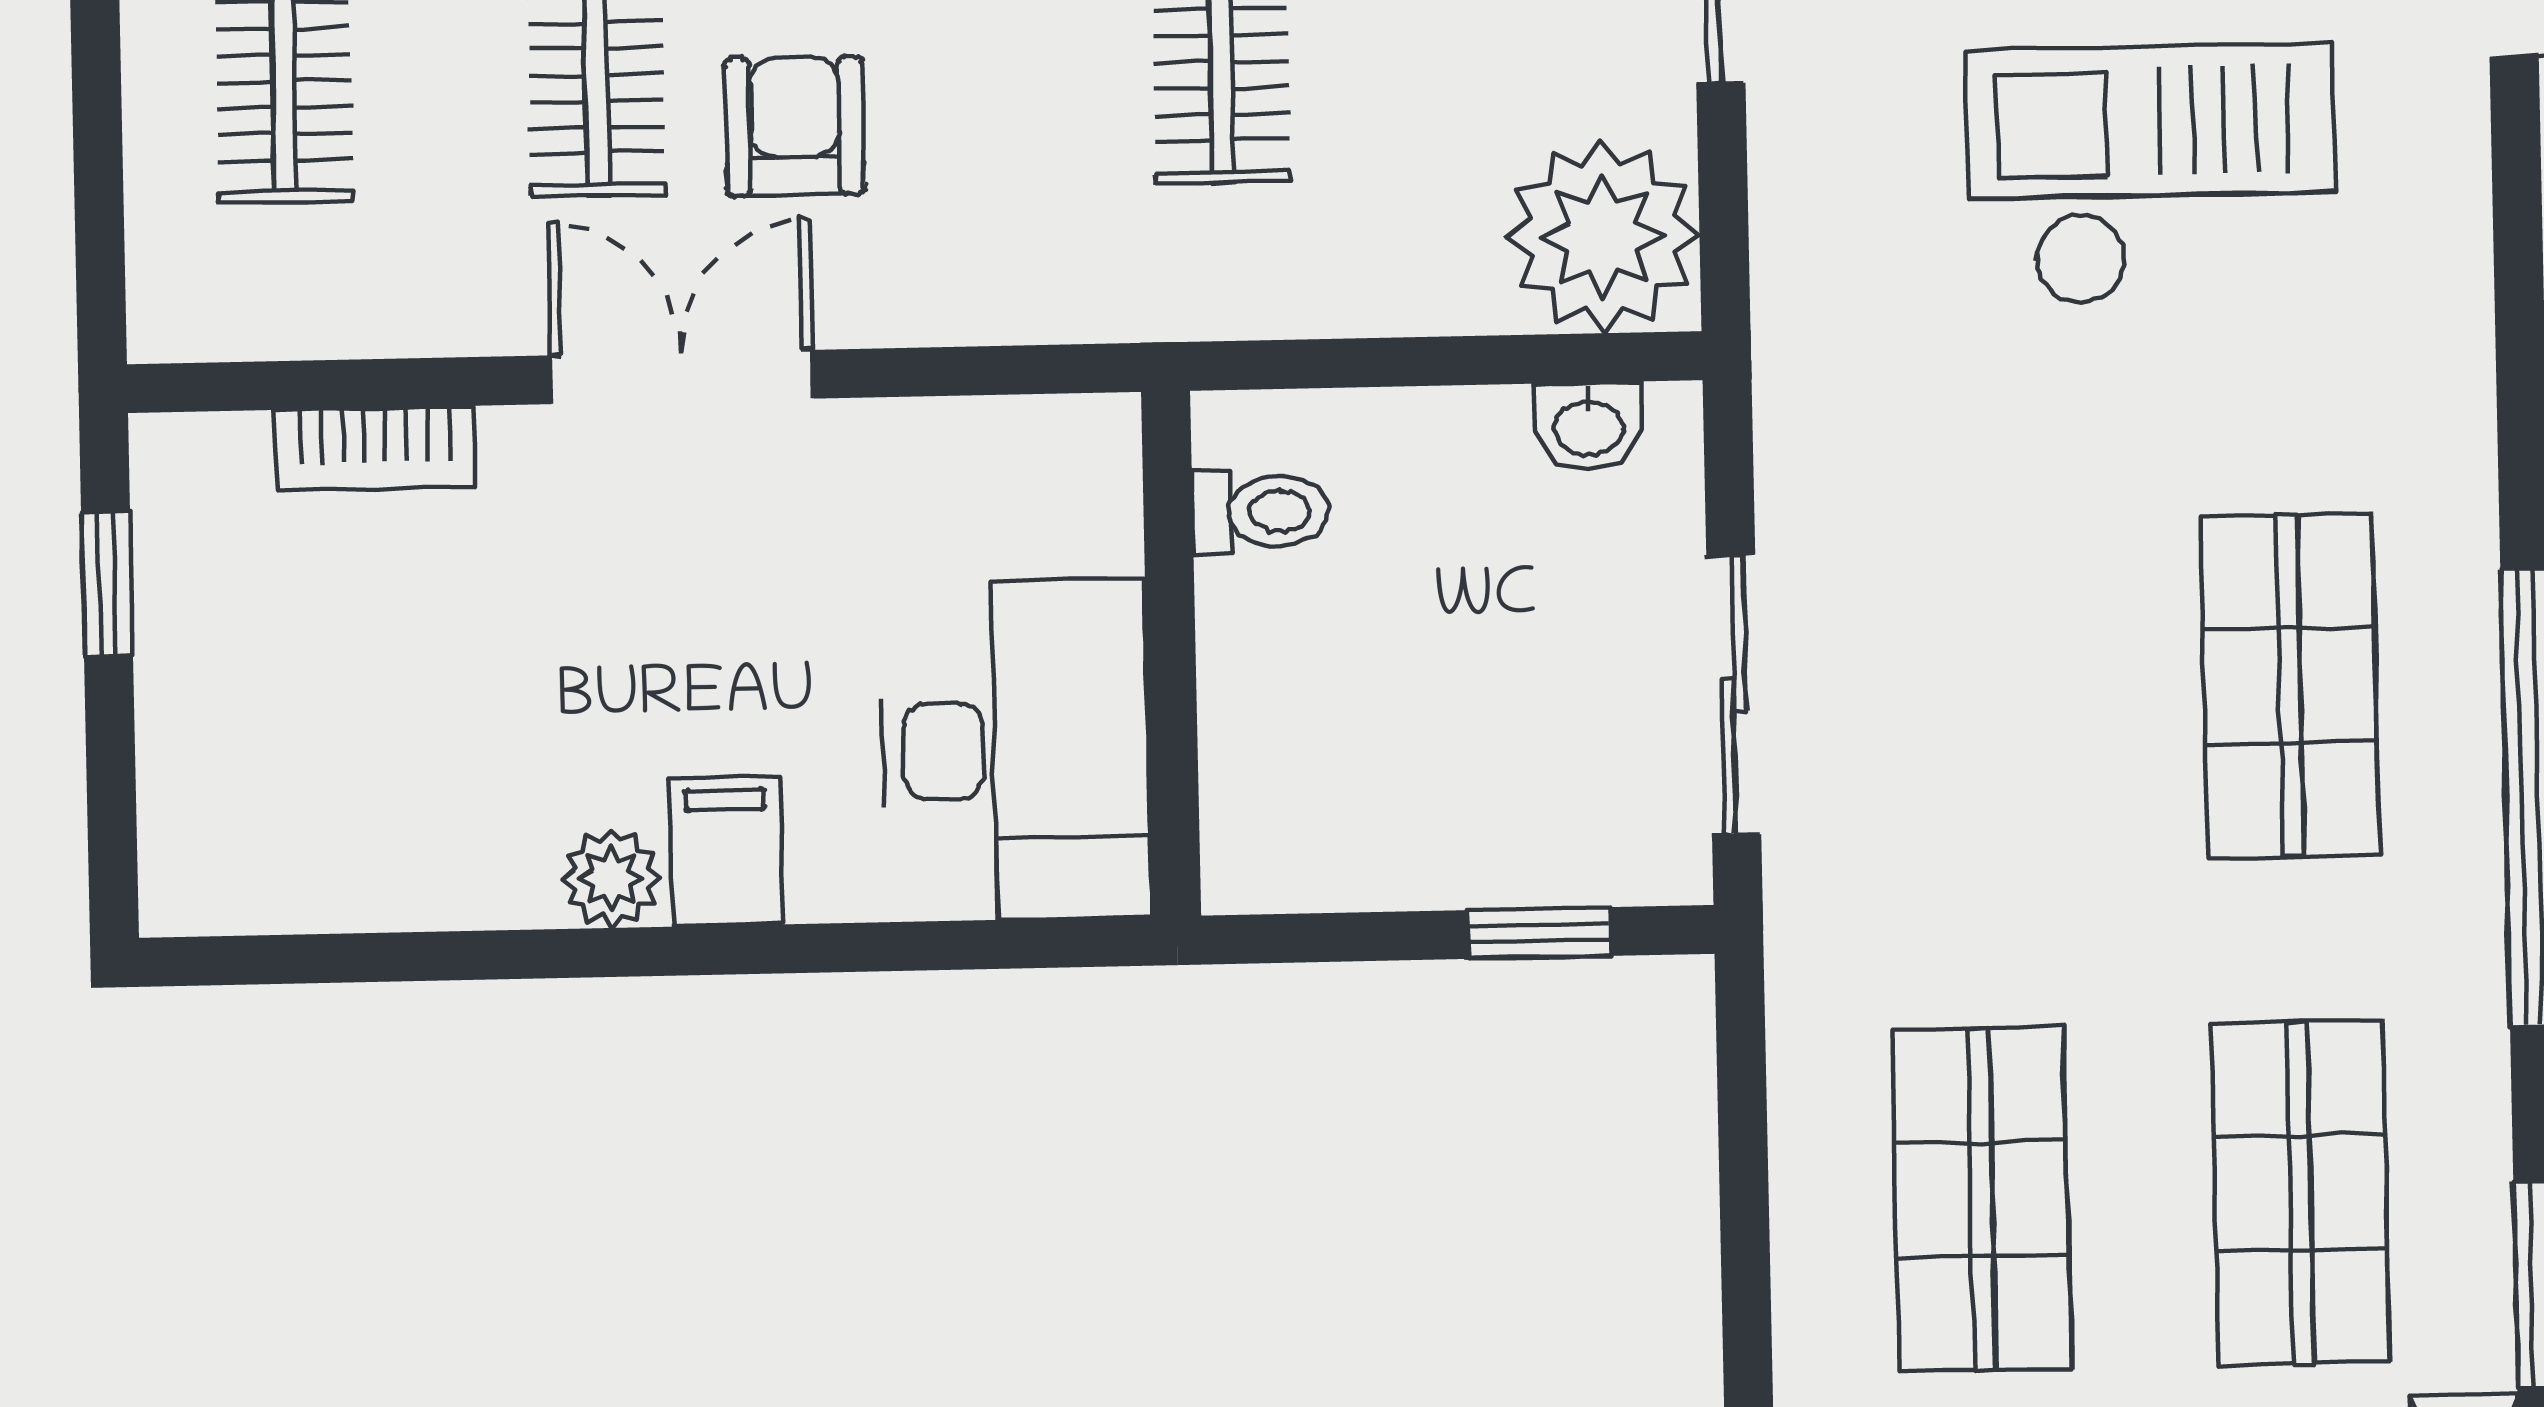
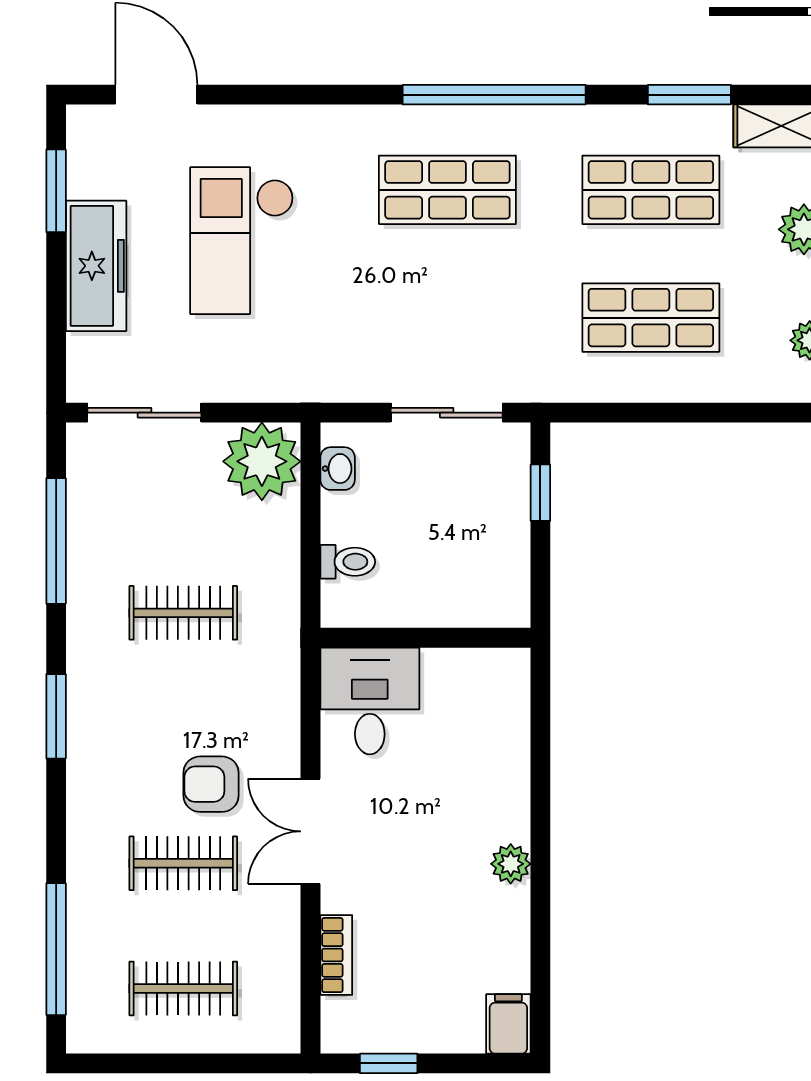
toilet: (1261, 511) -> (348, 562), moved, turned 90
desk: (1015, 750) -> (370, 701), moved, width x0.73
filing cabinet: (726, 851) -> (508, 1024), moved, turned 90

